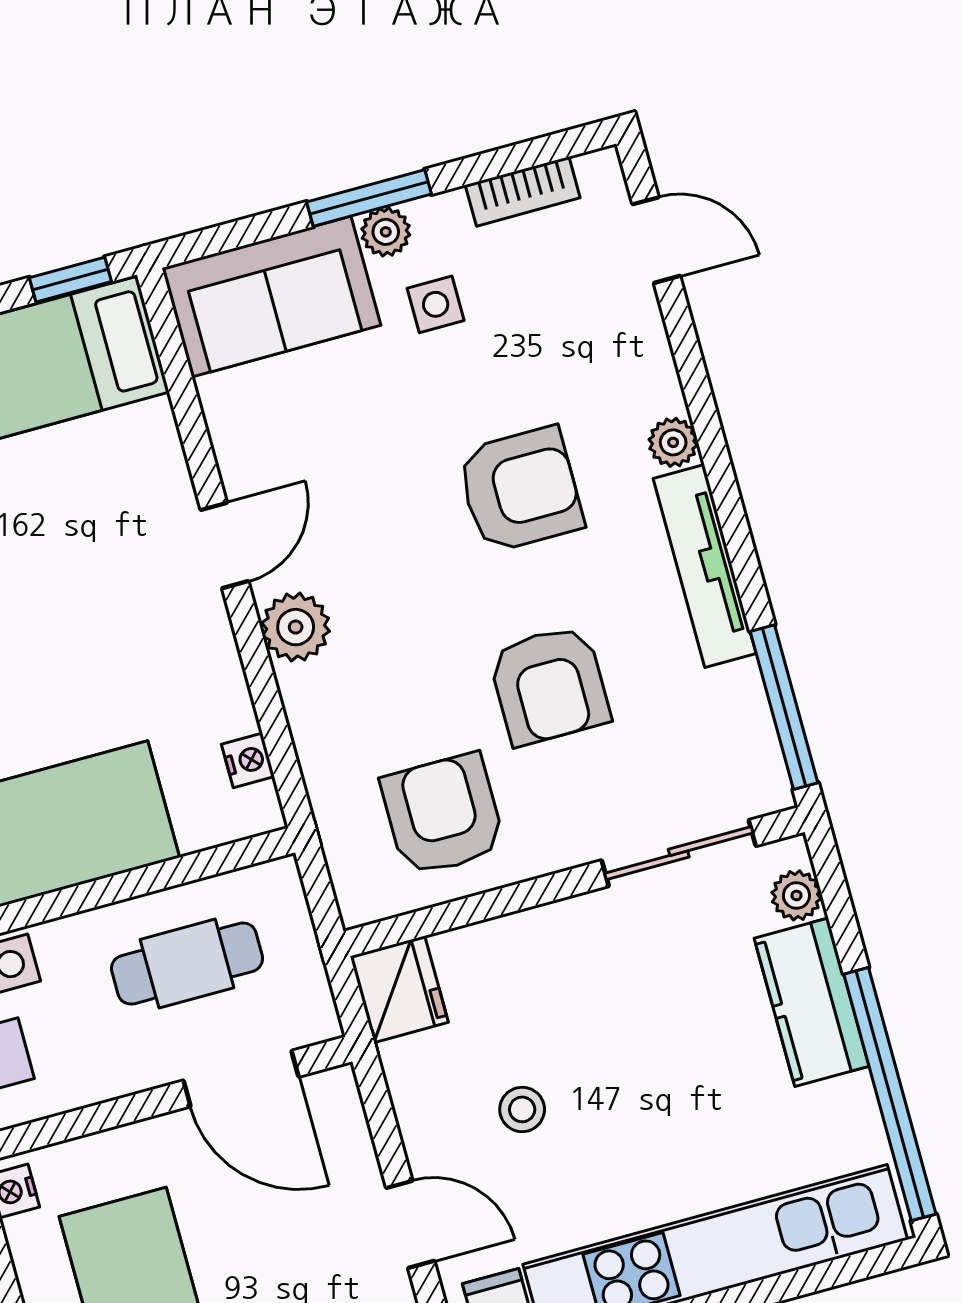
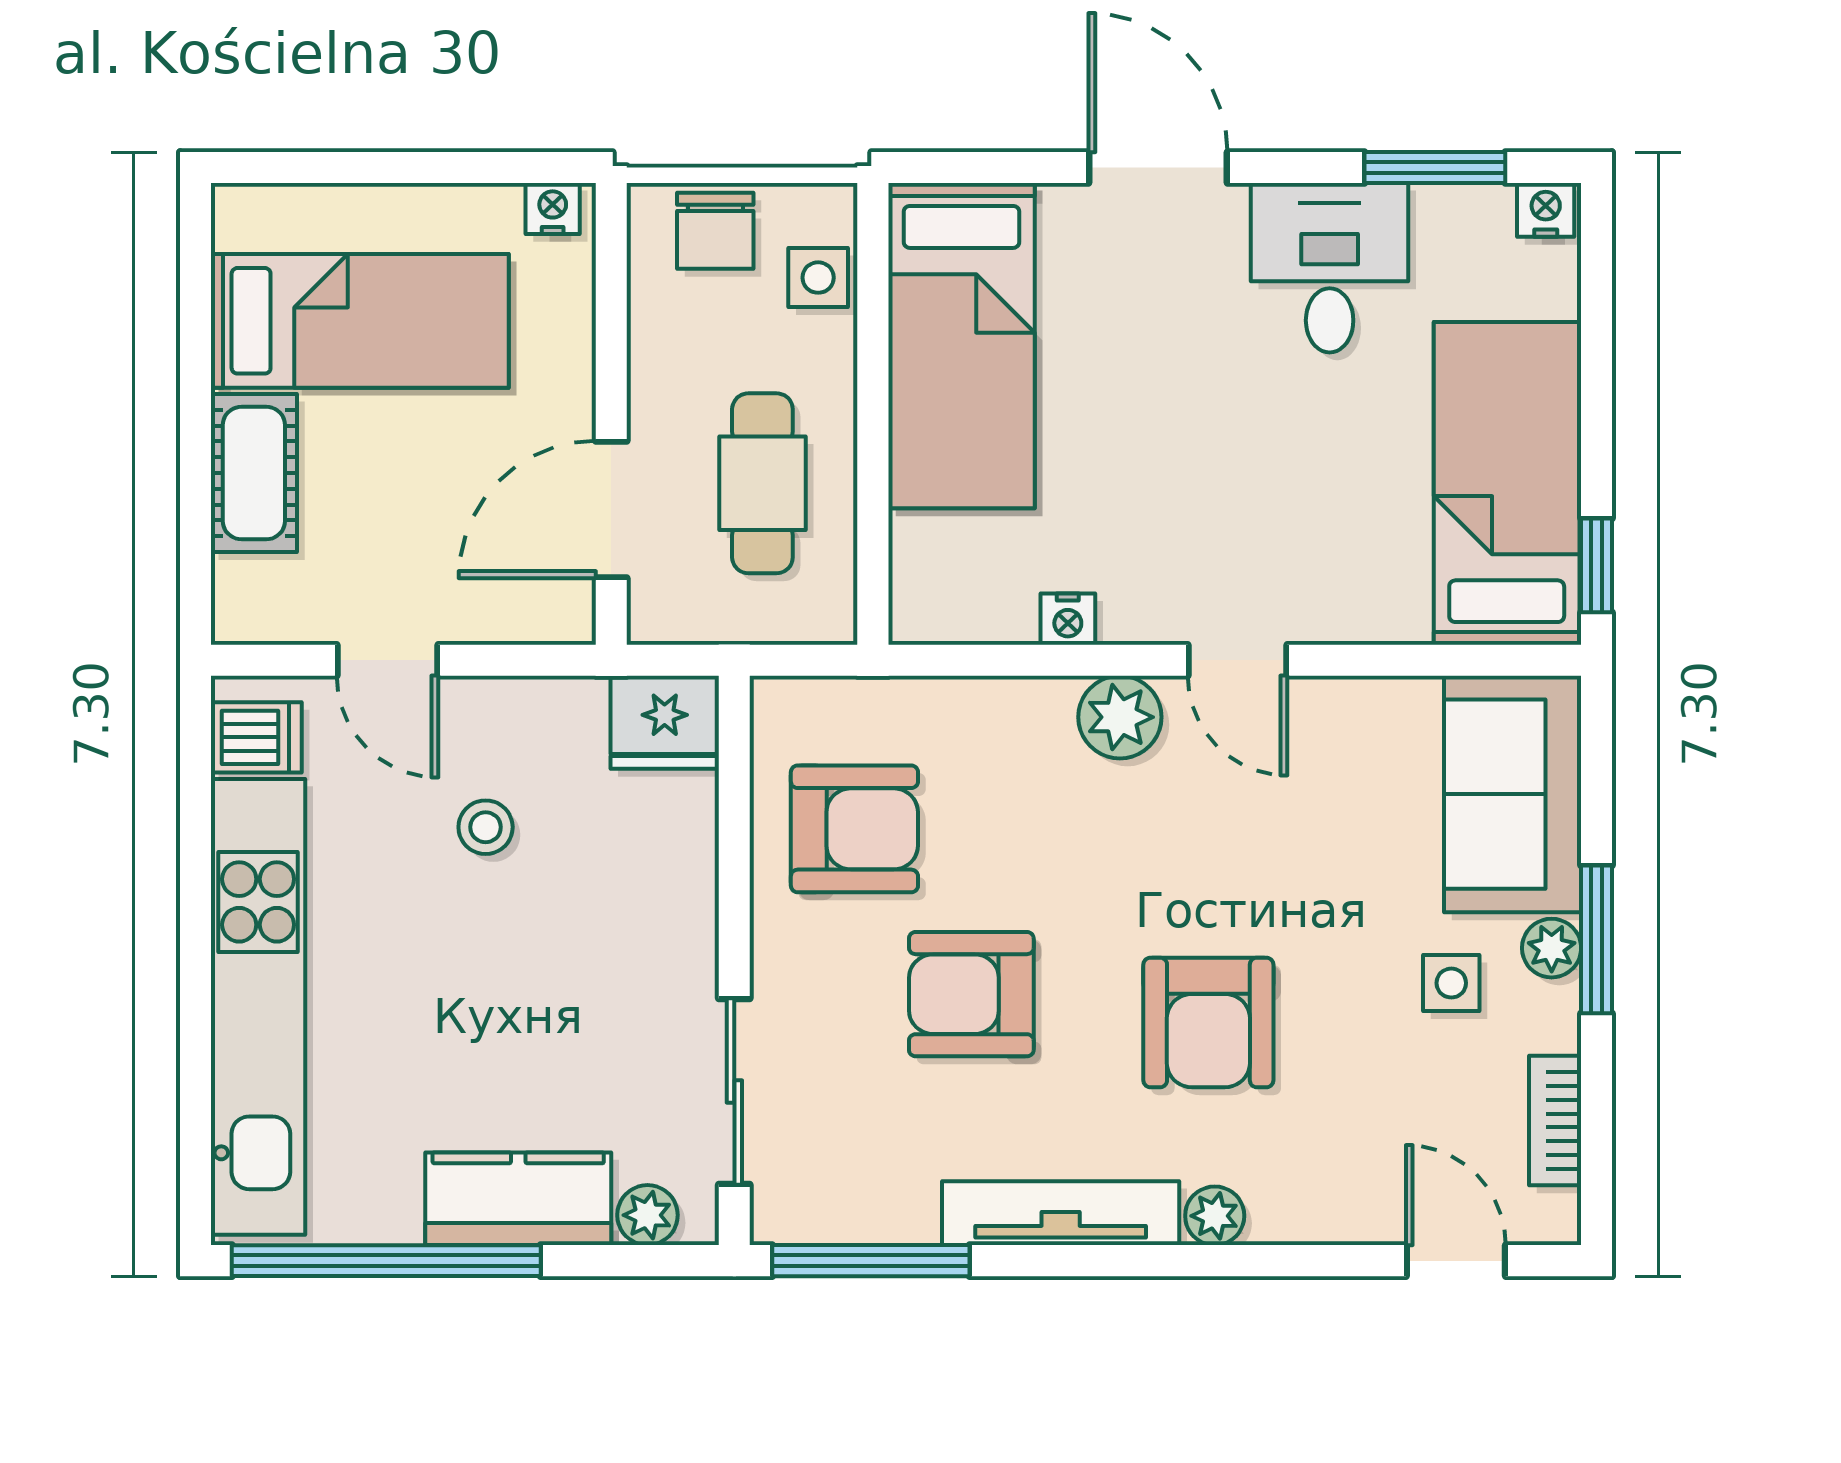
door: (656, 240) -> (1456, 1261), swing flipped
nightstand: (248, 760) -> (1068, 619), moved
door: (410, 1224) -> (387, 660), hinge flipped

